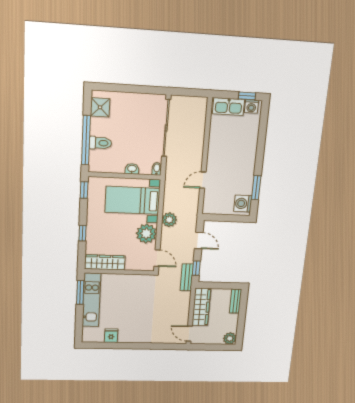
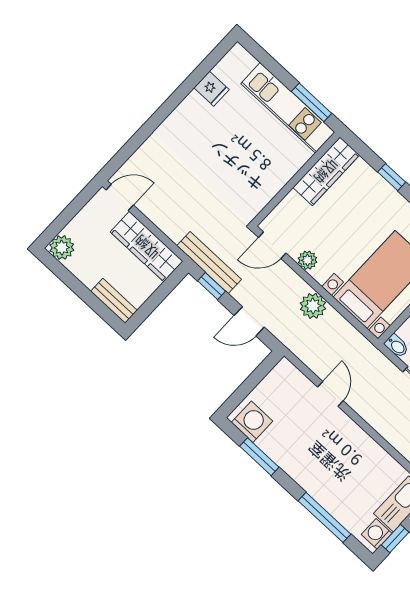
window: (262, 137) -> (324, 517), added
plant: (146, 234) -> (308, 260), width x0.53, depth x0.53
bench: (187, 277) -> (209, 262), width x1.36

